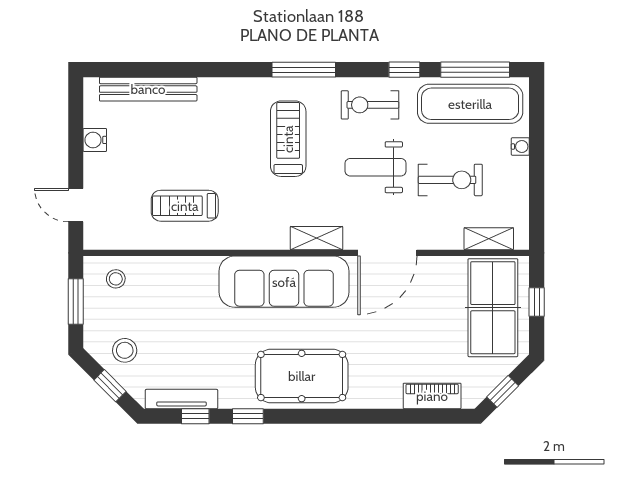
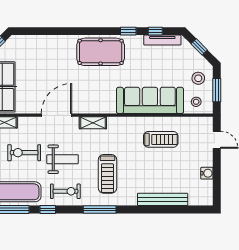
bench: (148, 89) -> (163, 199), moved
sofa: (284, 282) -> (150, 100), moved
stool: (125, 350) -> (198, 78), moved
piano: (432, 396) -> (33, 42), removed

